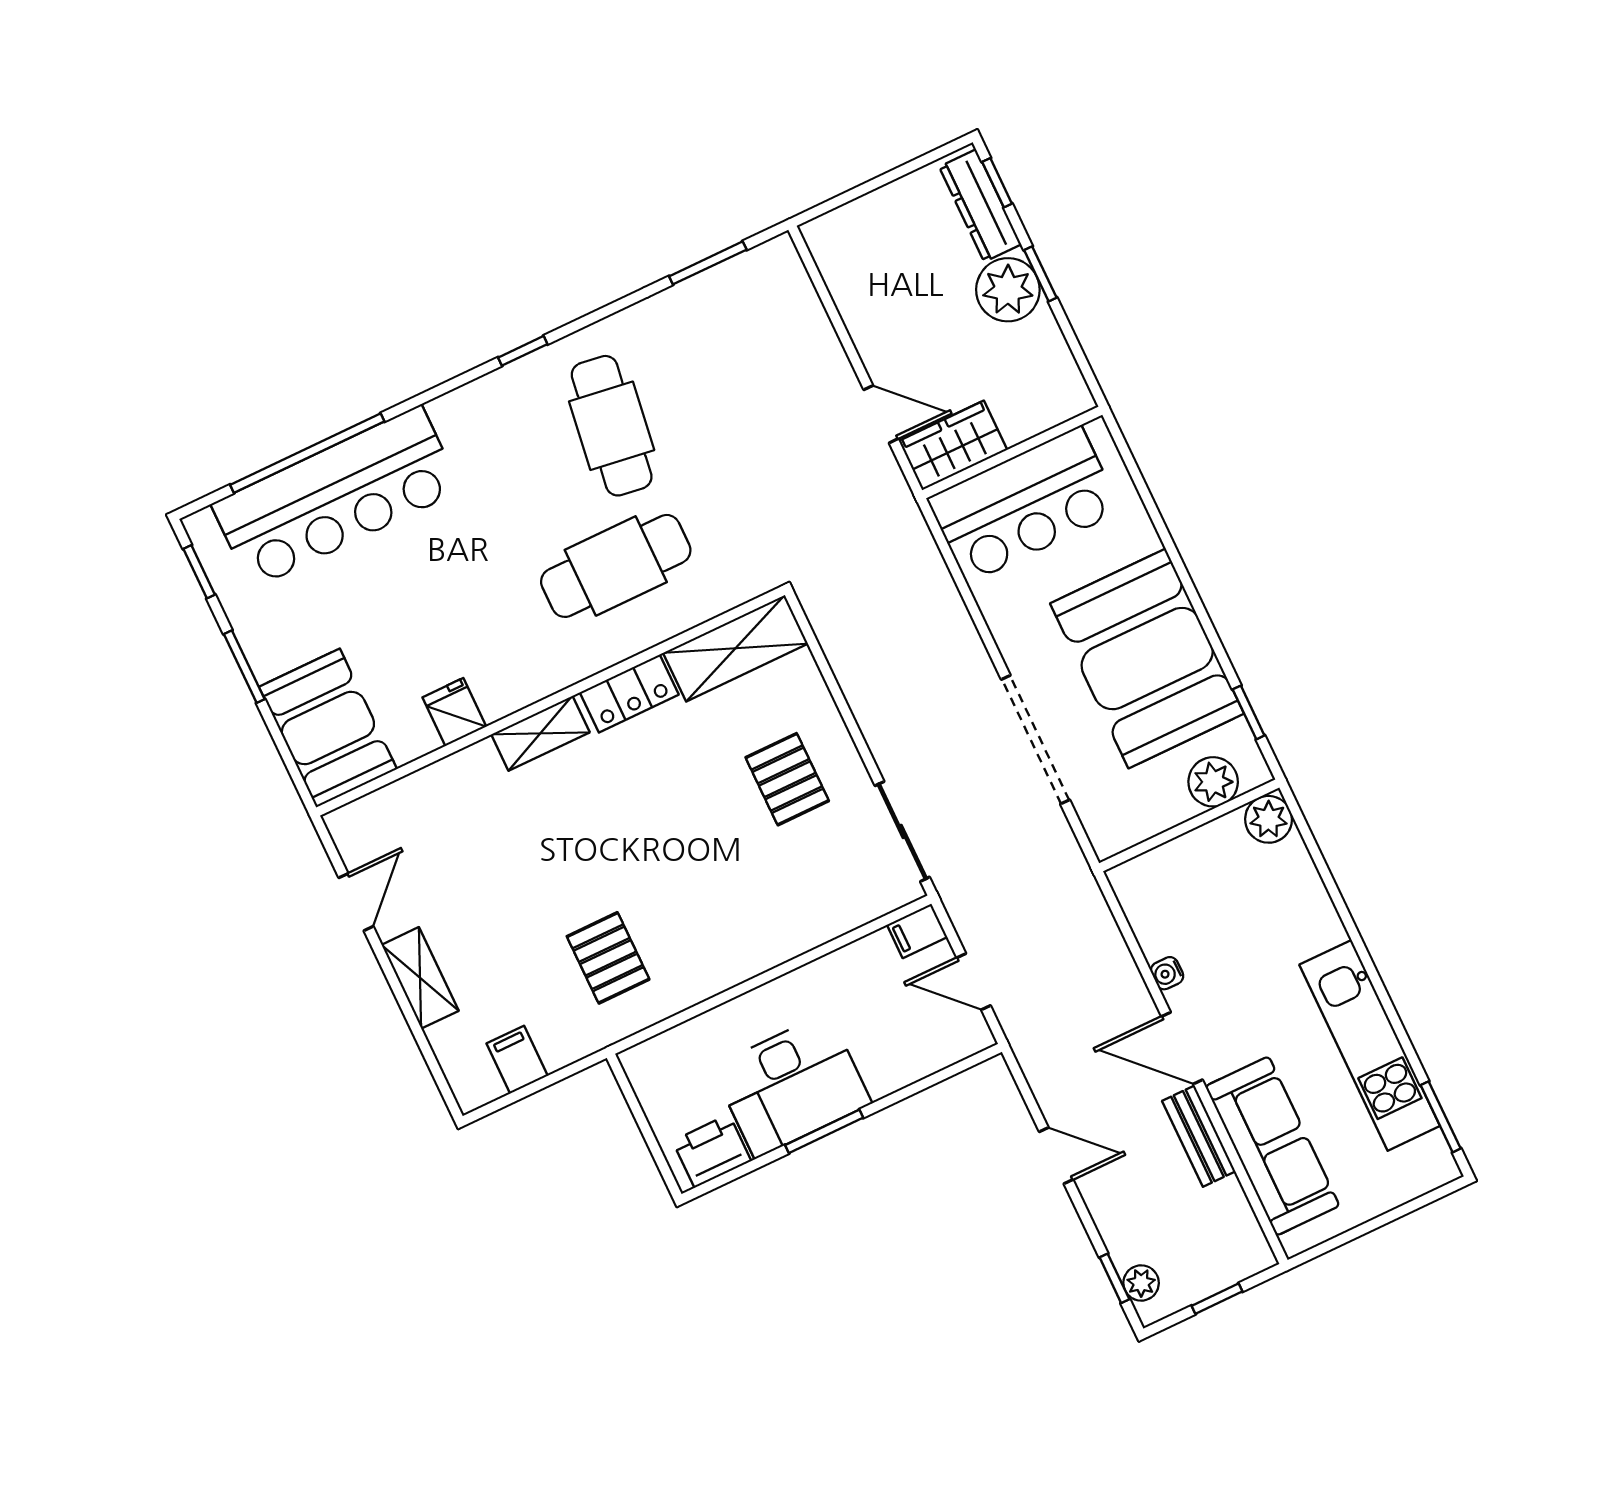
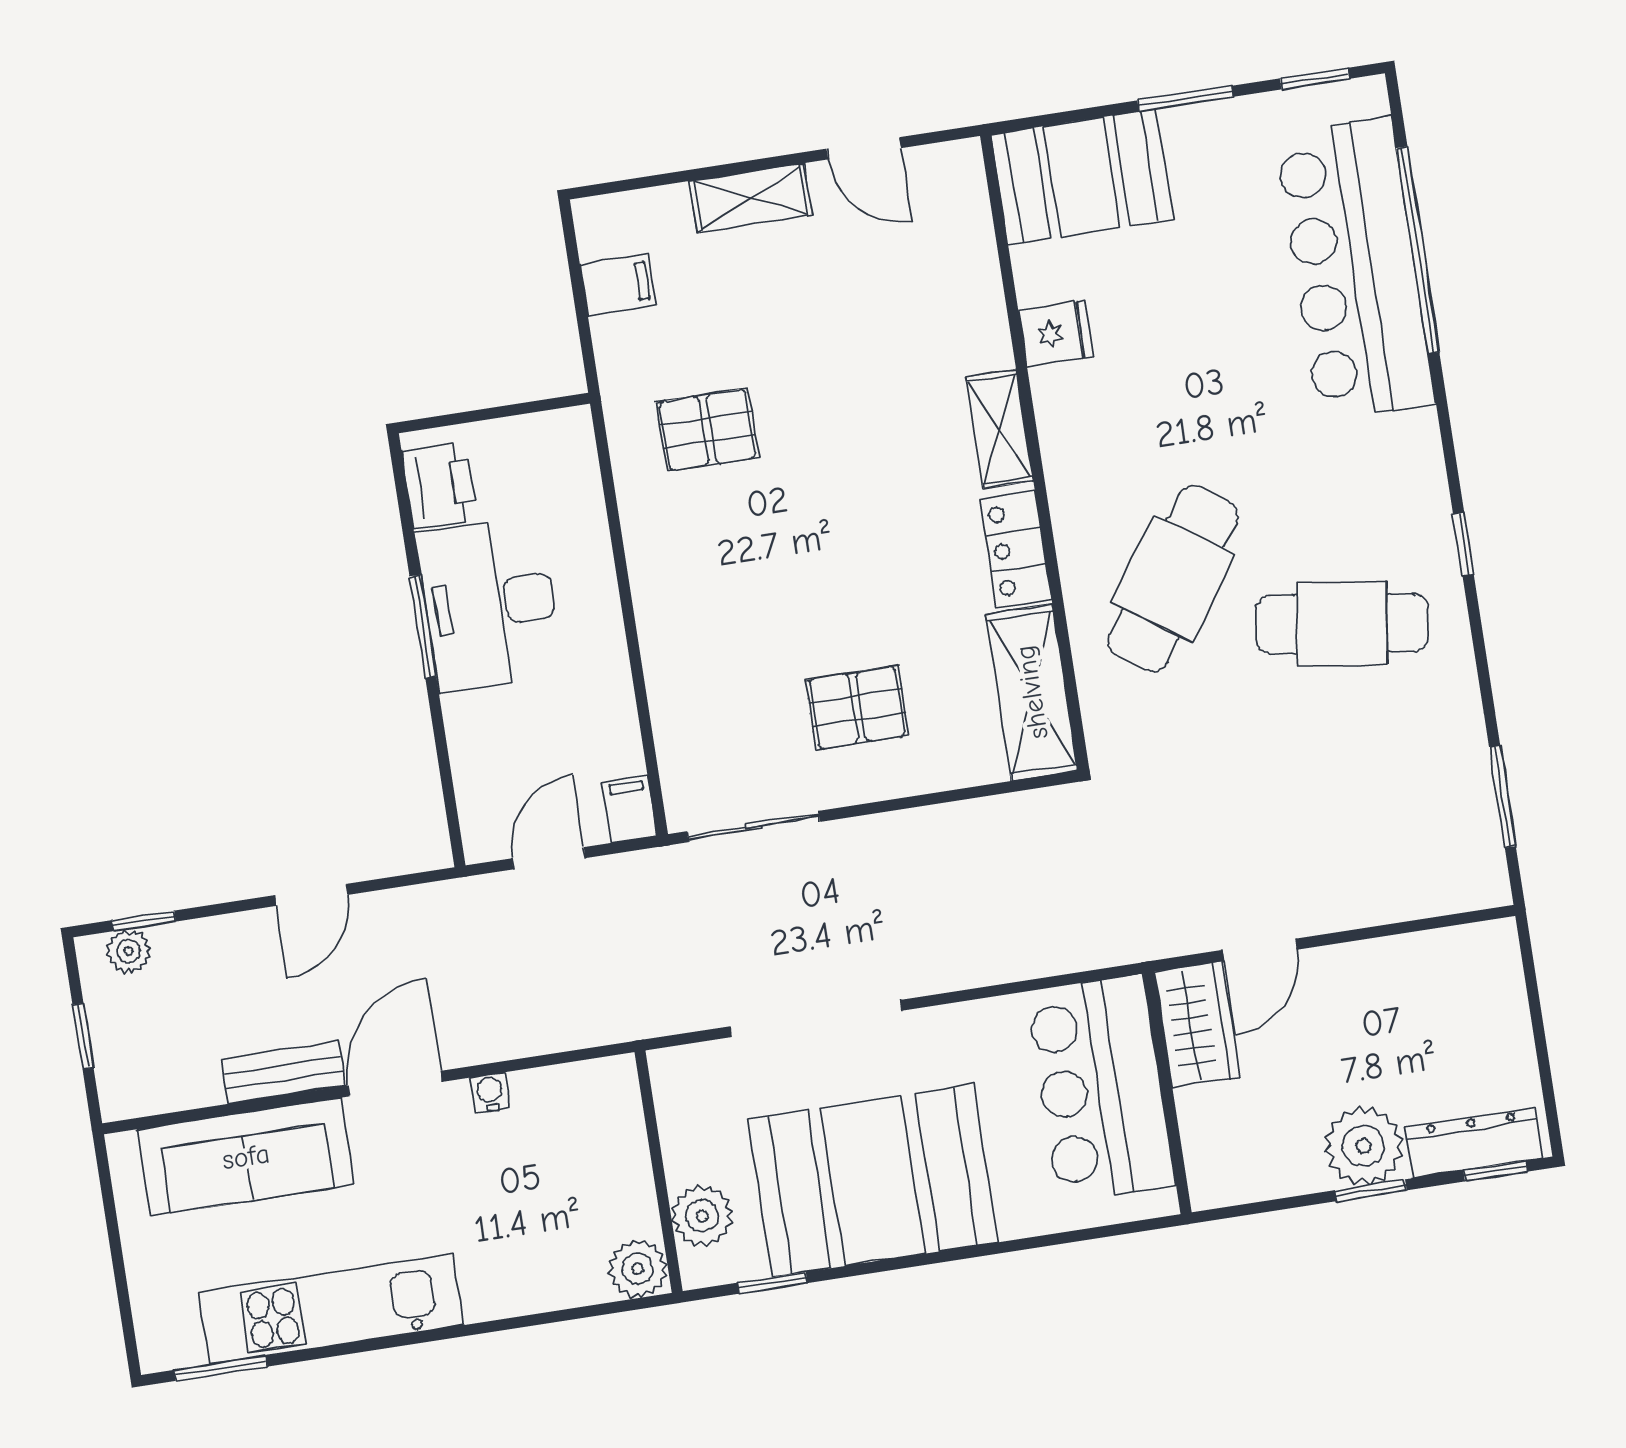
cafe table: (616, 566) -> (1173, 579), turned 35

